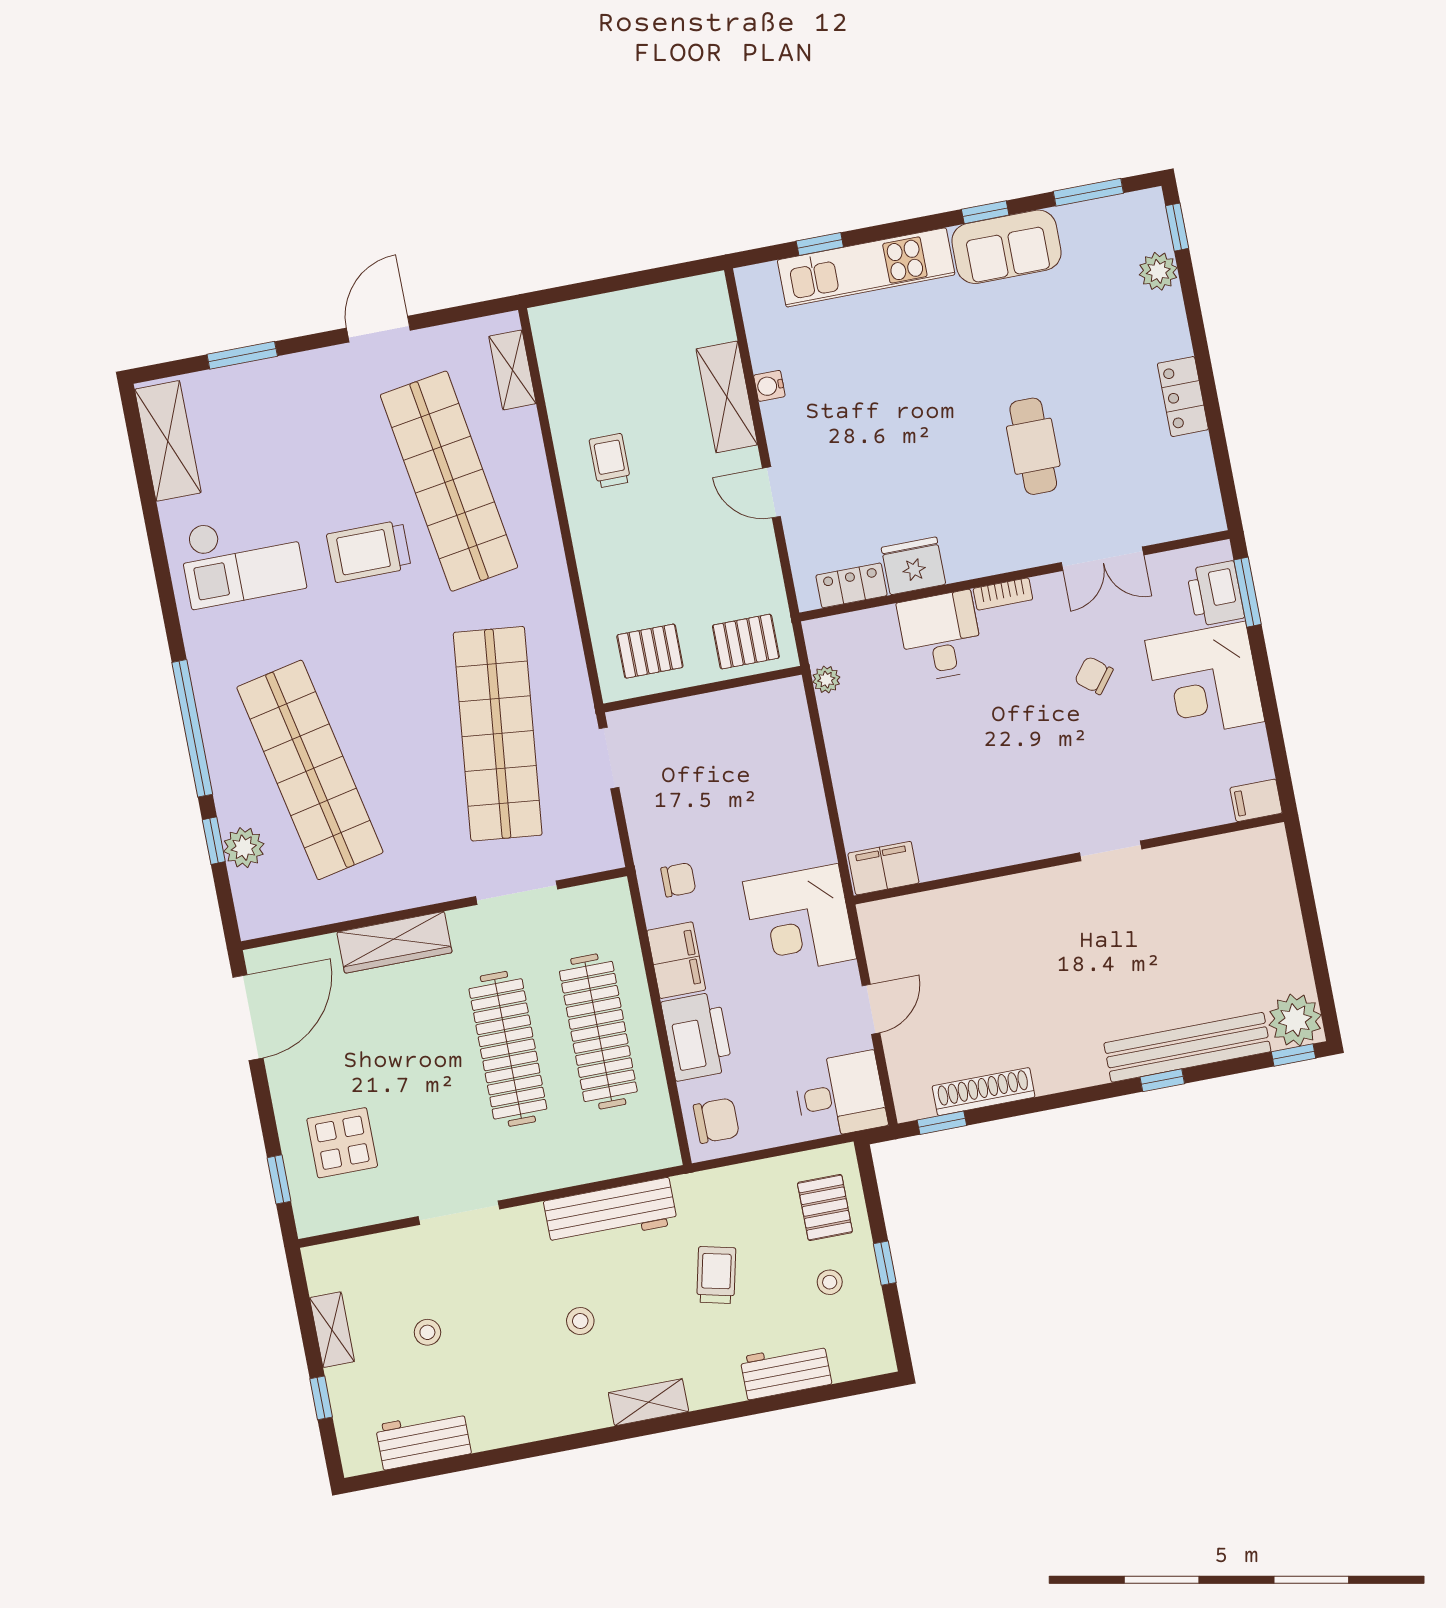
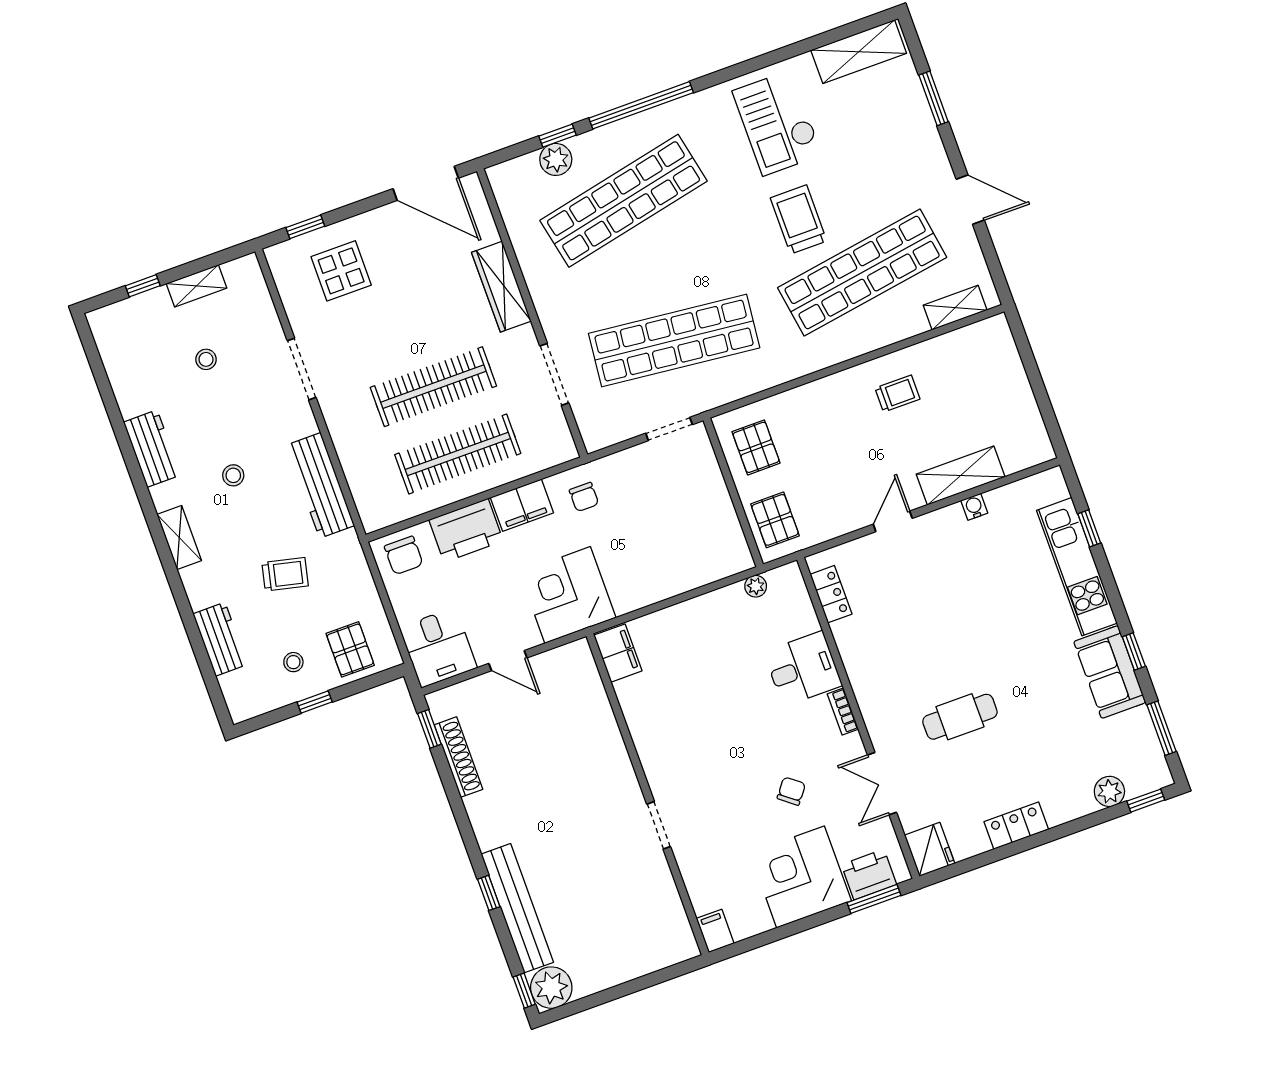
fridge: (913, 566) -> (930, 849), moved
pallet: (825, 1207) -> (350, 649), turned 90
workbench: (423, 1439) -> (152, 449), moved

